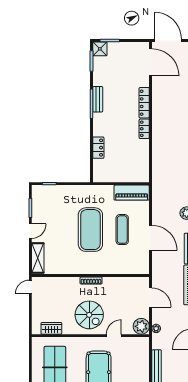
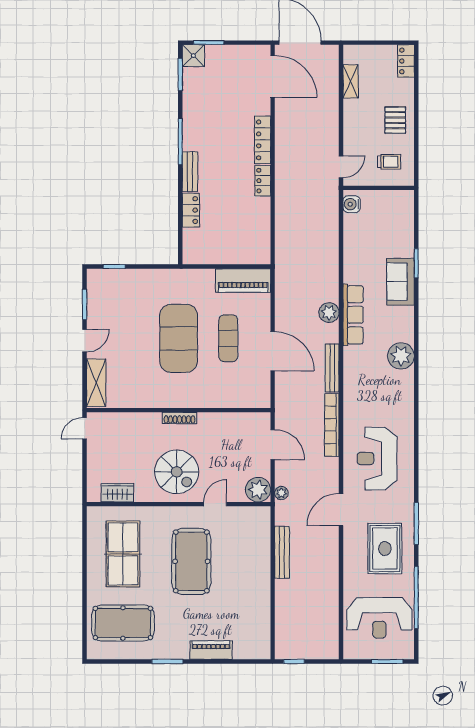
bench: (98, 99) -> (190, 172), moved

